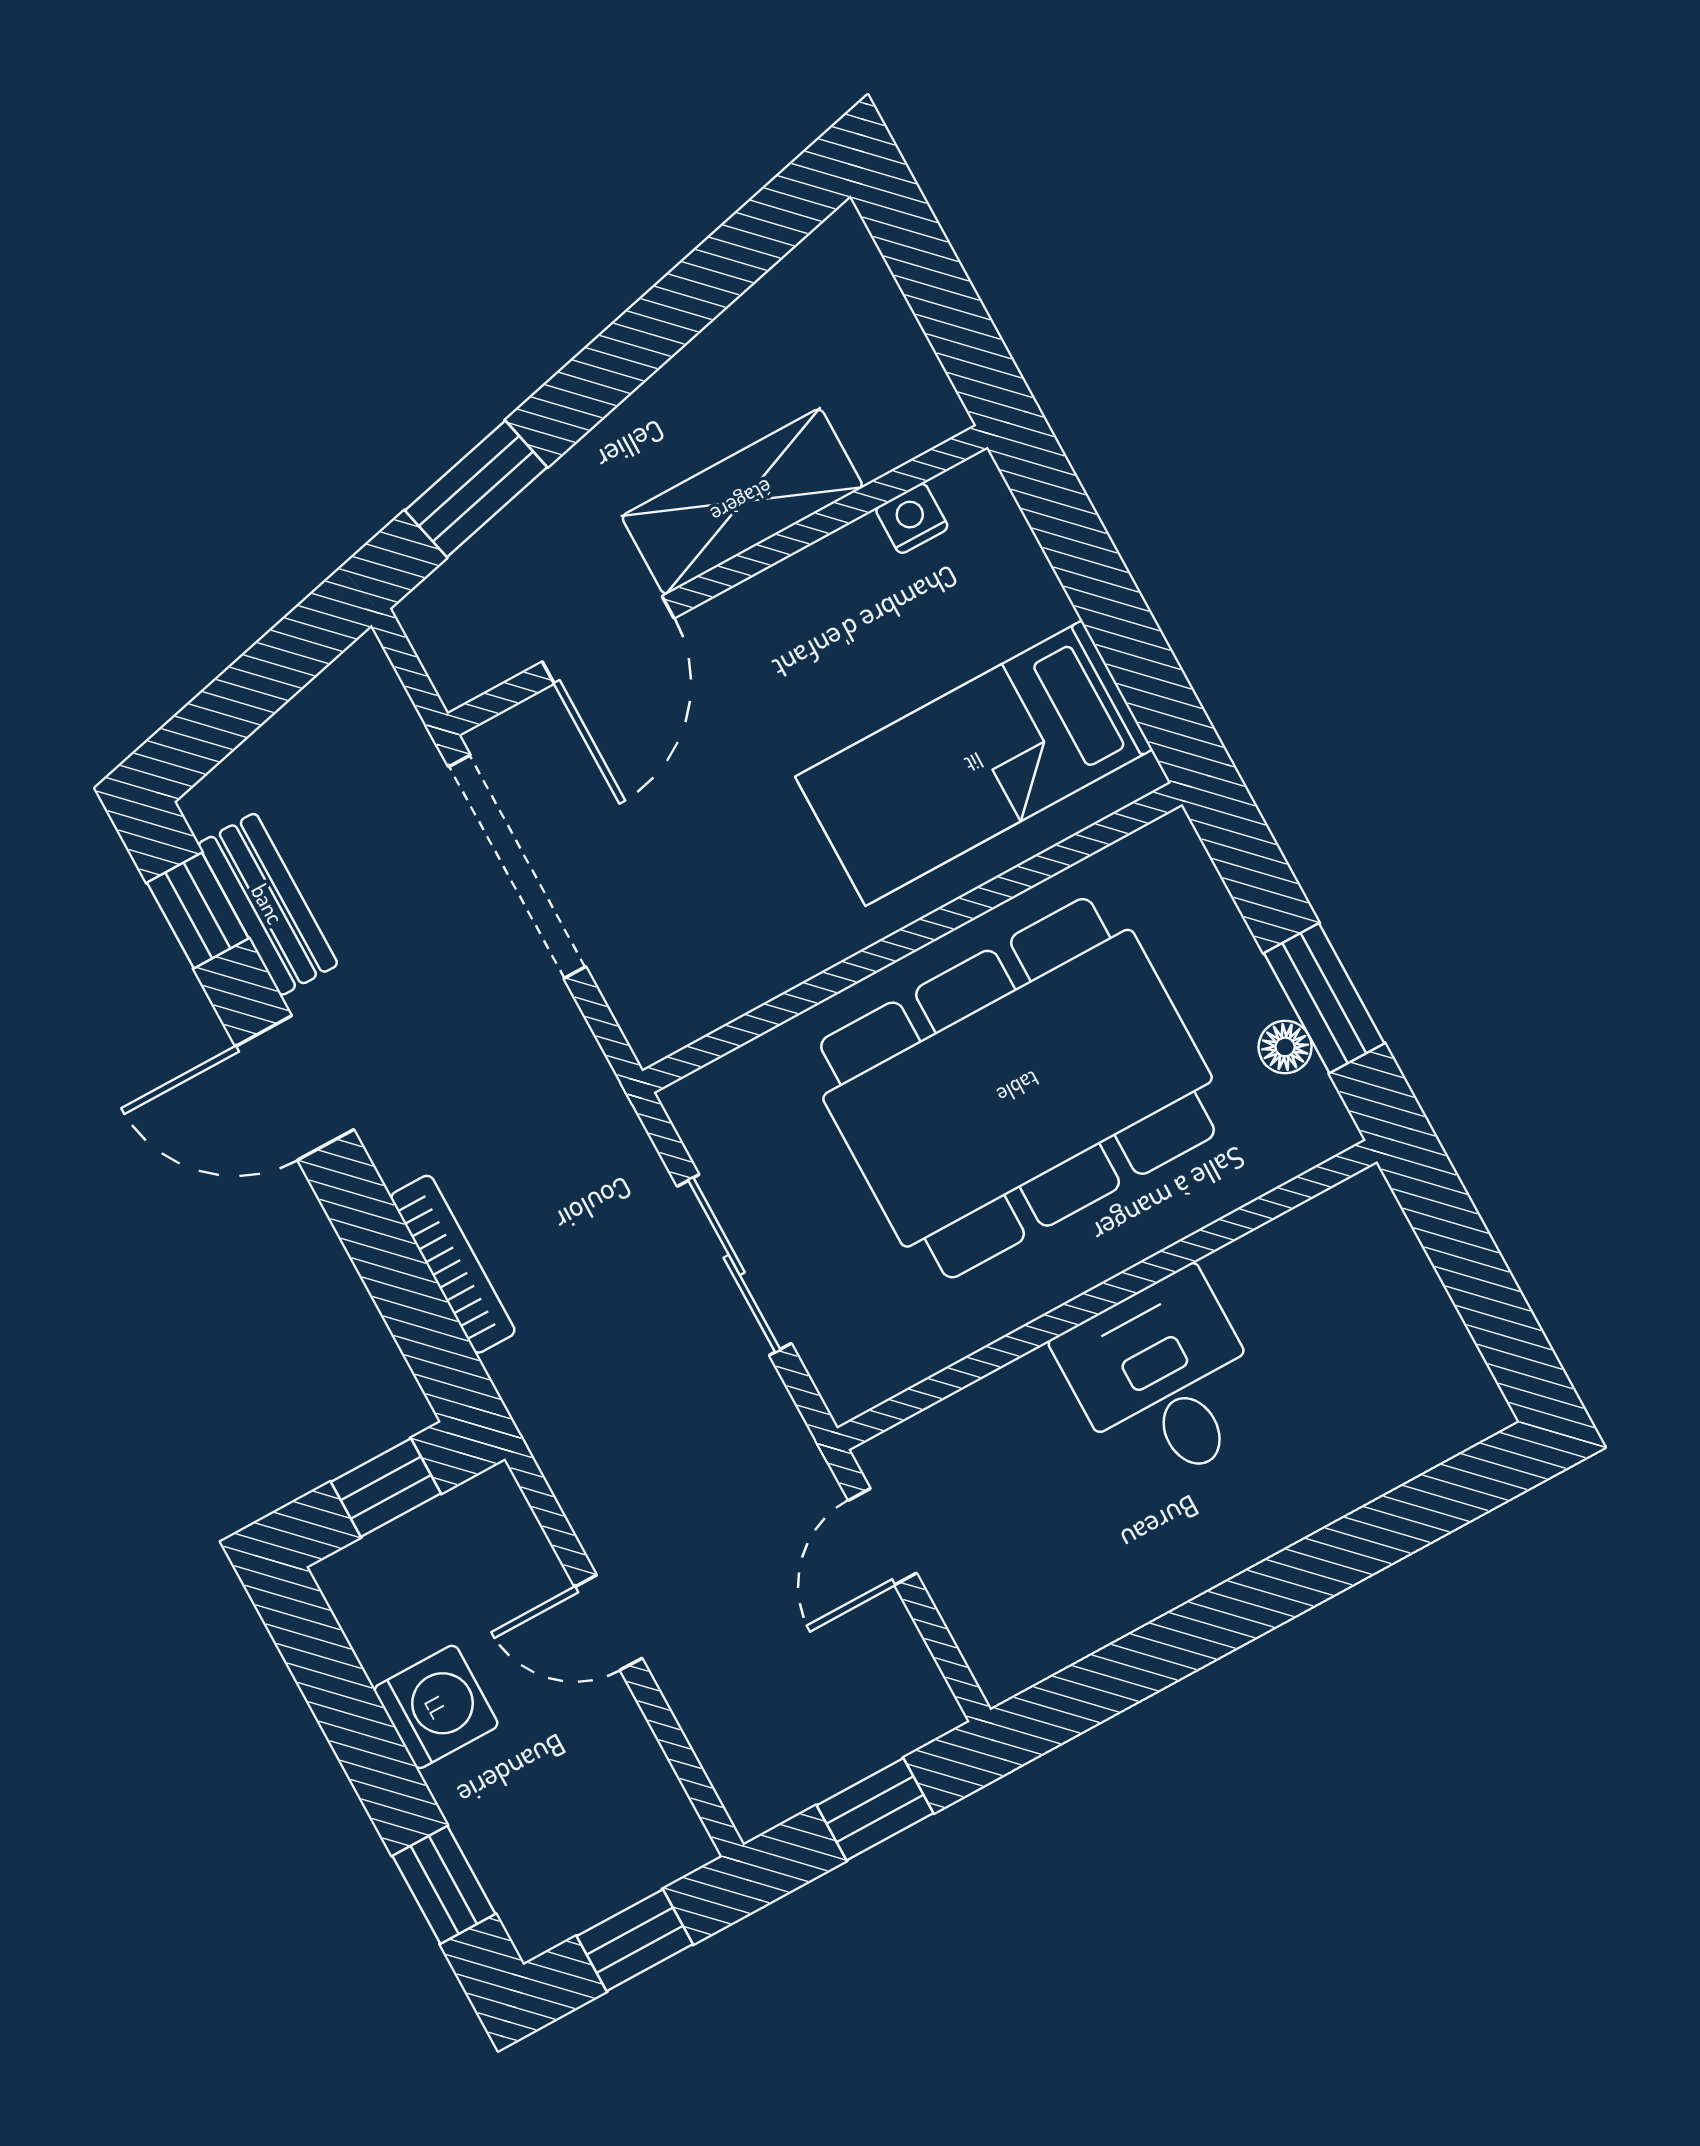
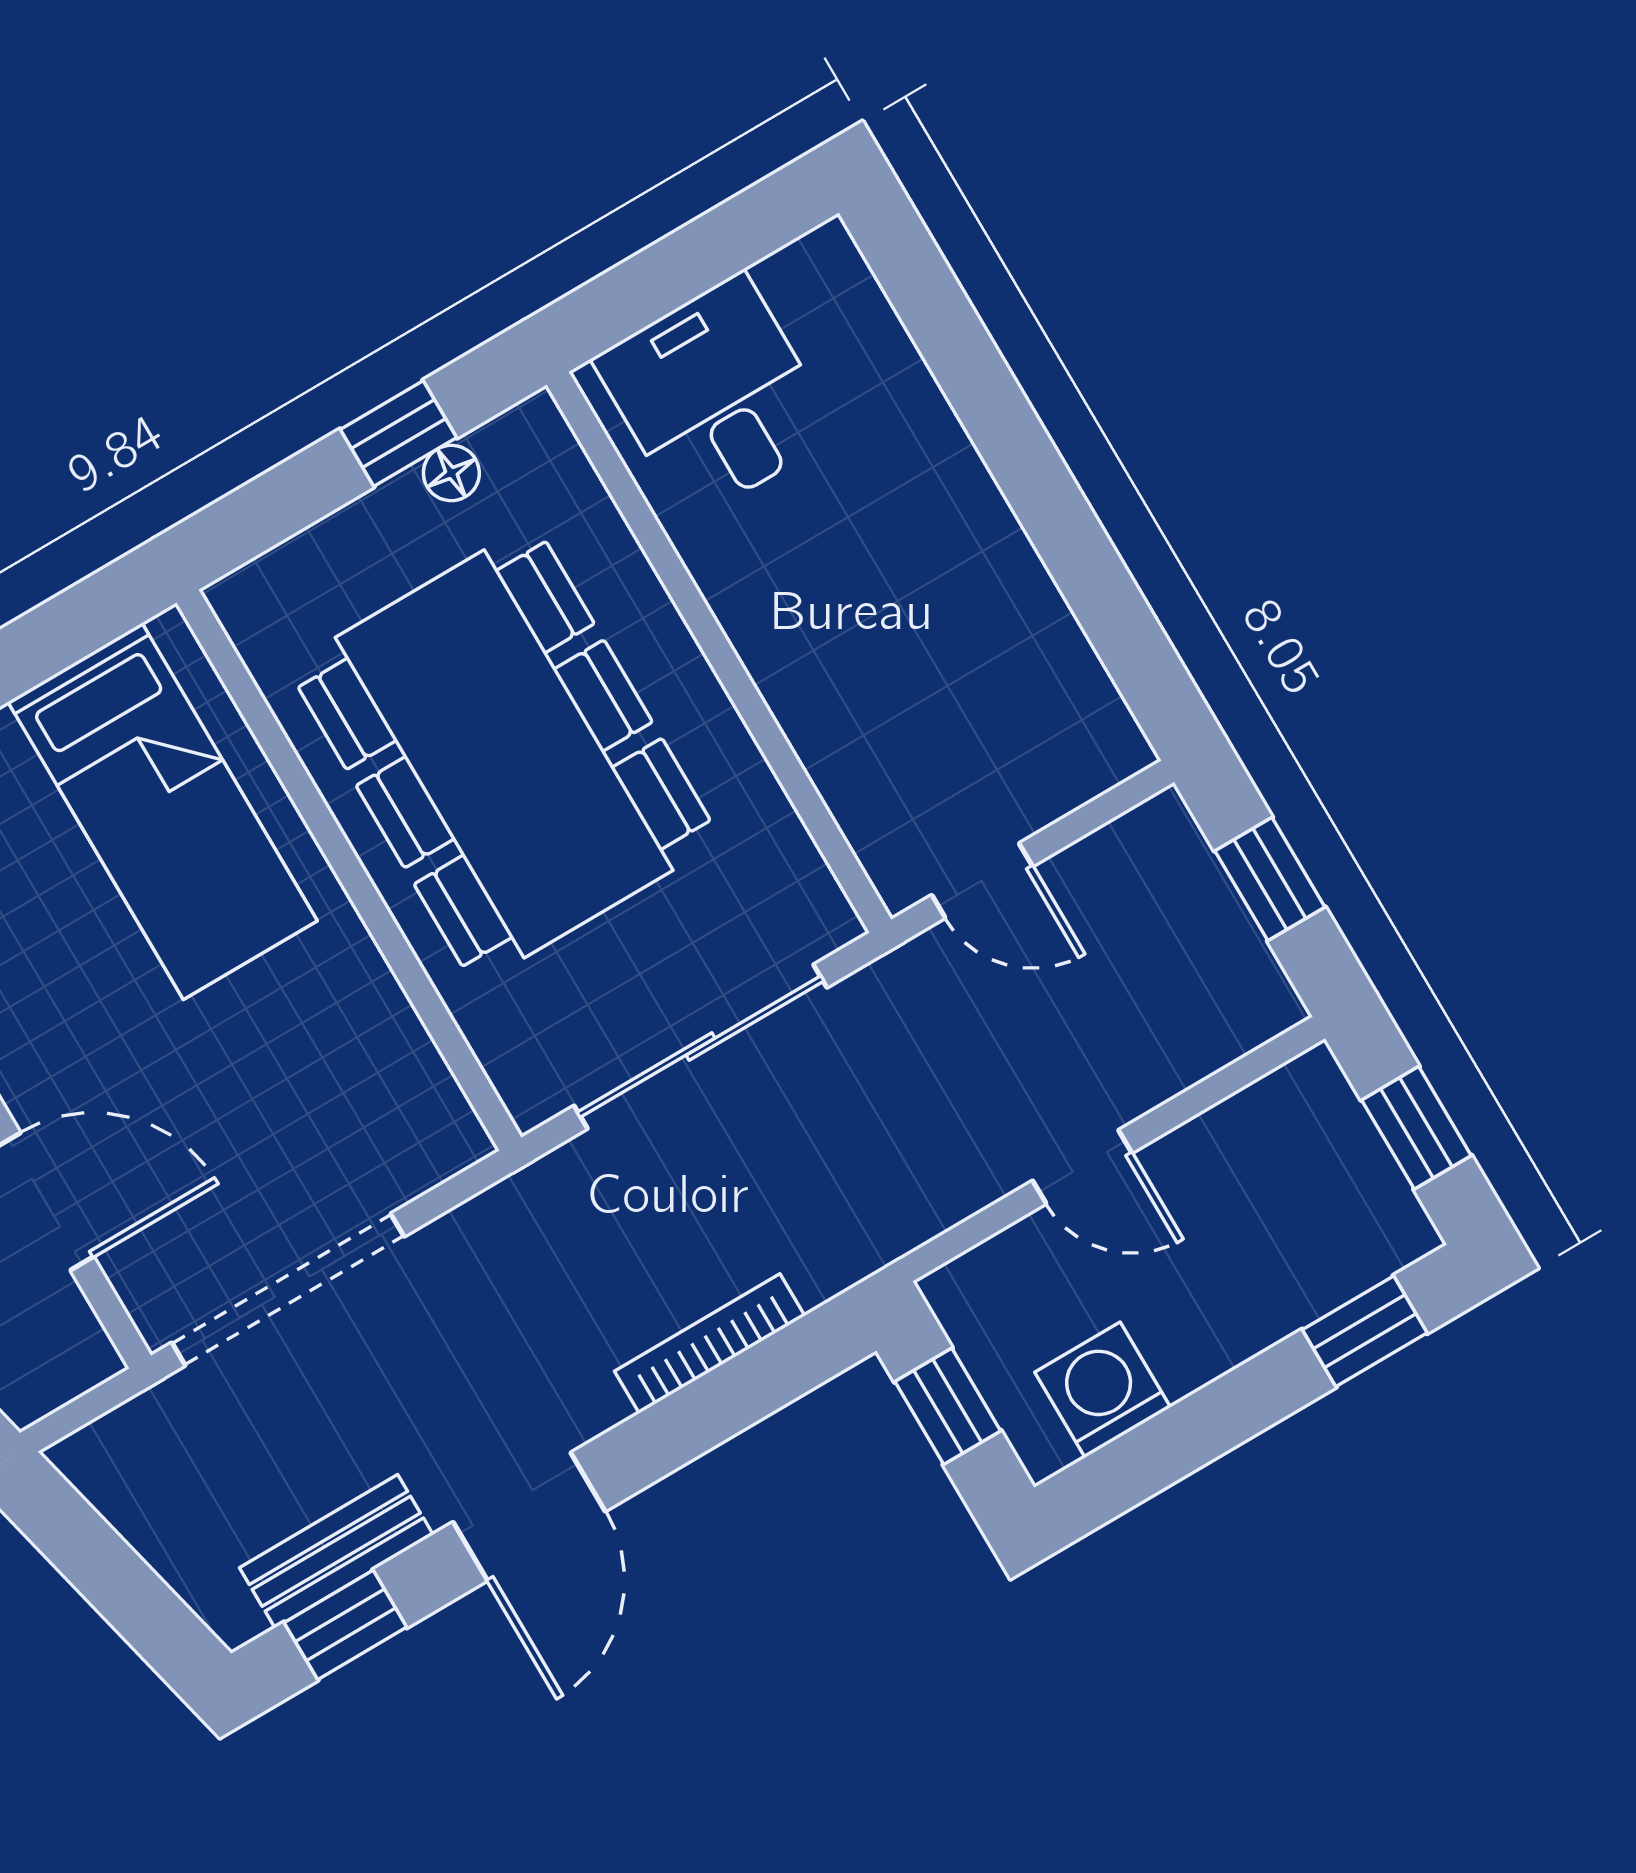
window: (1324, 998) -> (399, 433), width x0.67
sliding door: (734, 1265) -> (701, 1047), width x1.37
desk: (1164, 1381) -> (716, 397), moved, turned 90
door: (608, 1623) -> (1082, 1167), hinge flipped
washing machine: (436, 1707) -> (1103, 1390), moved

